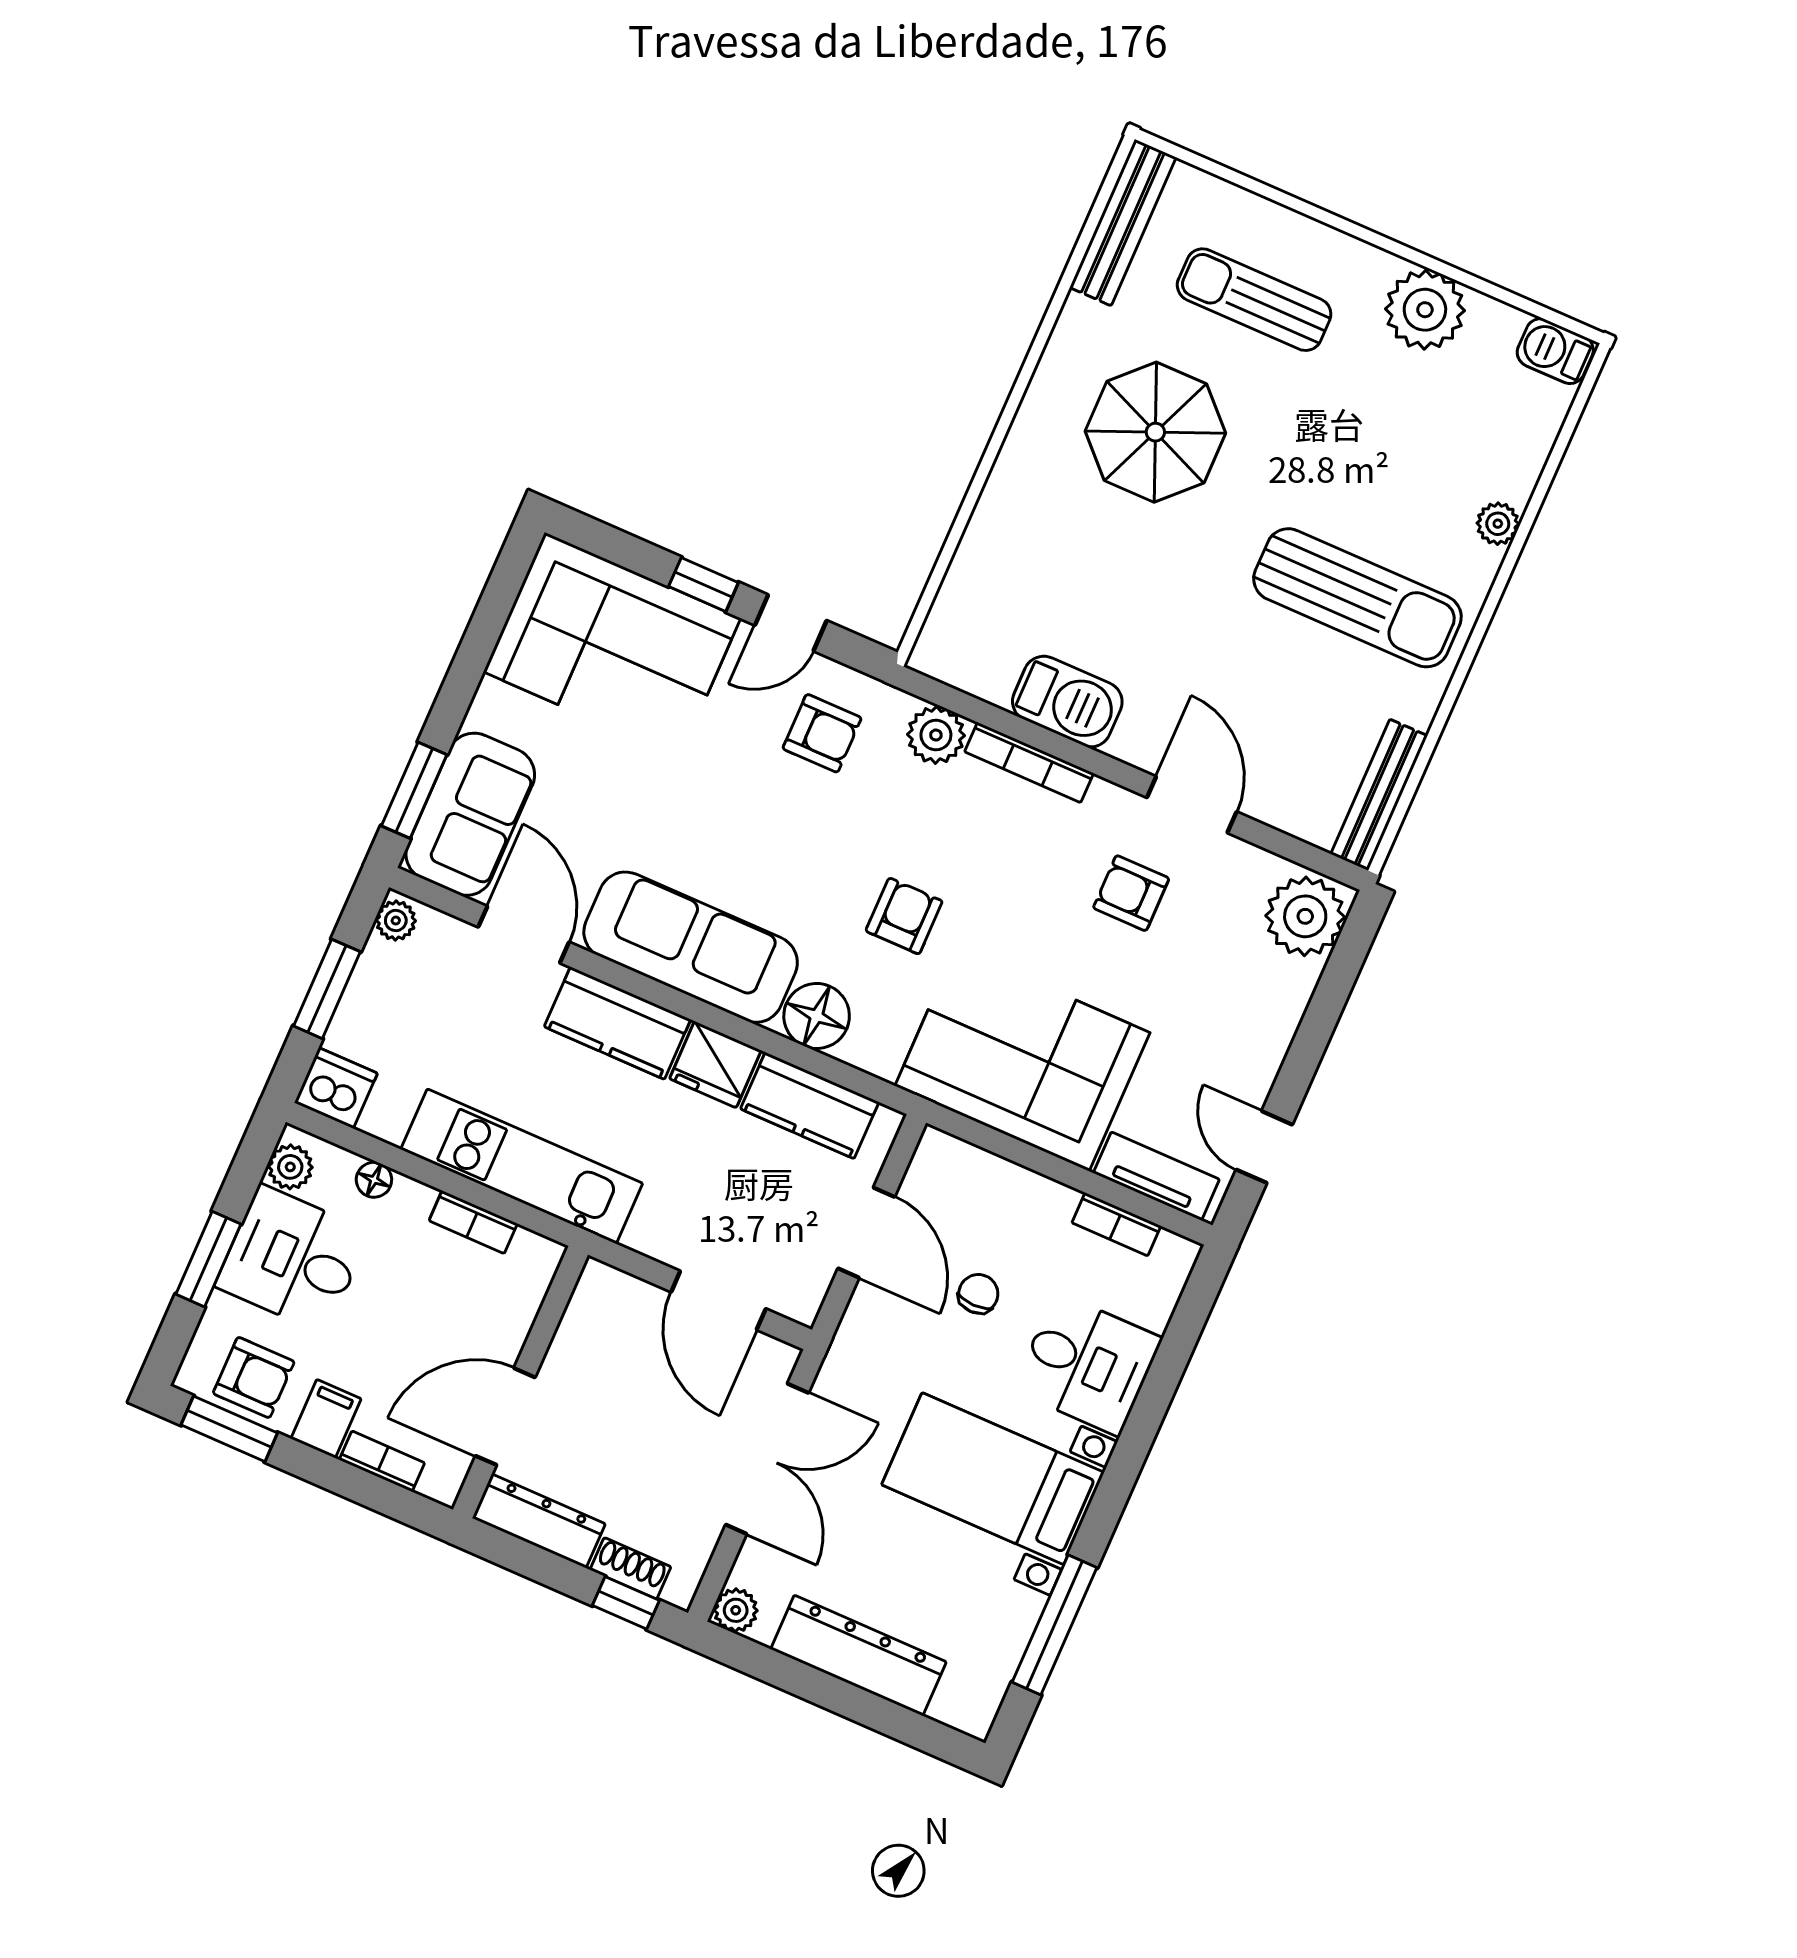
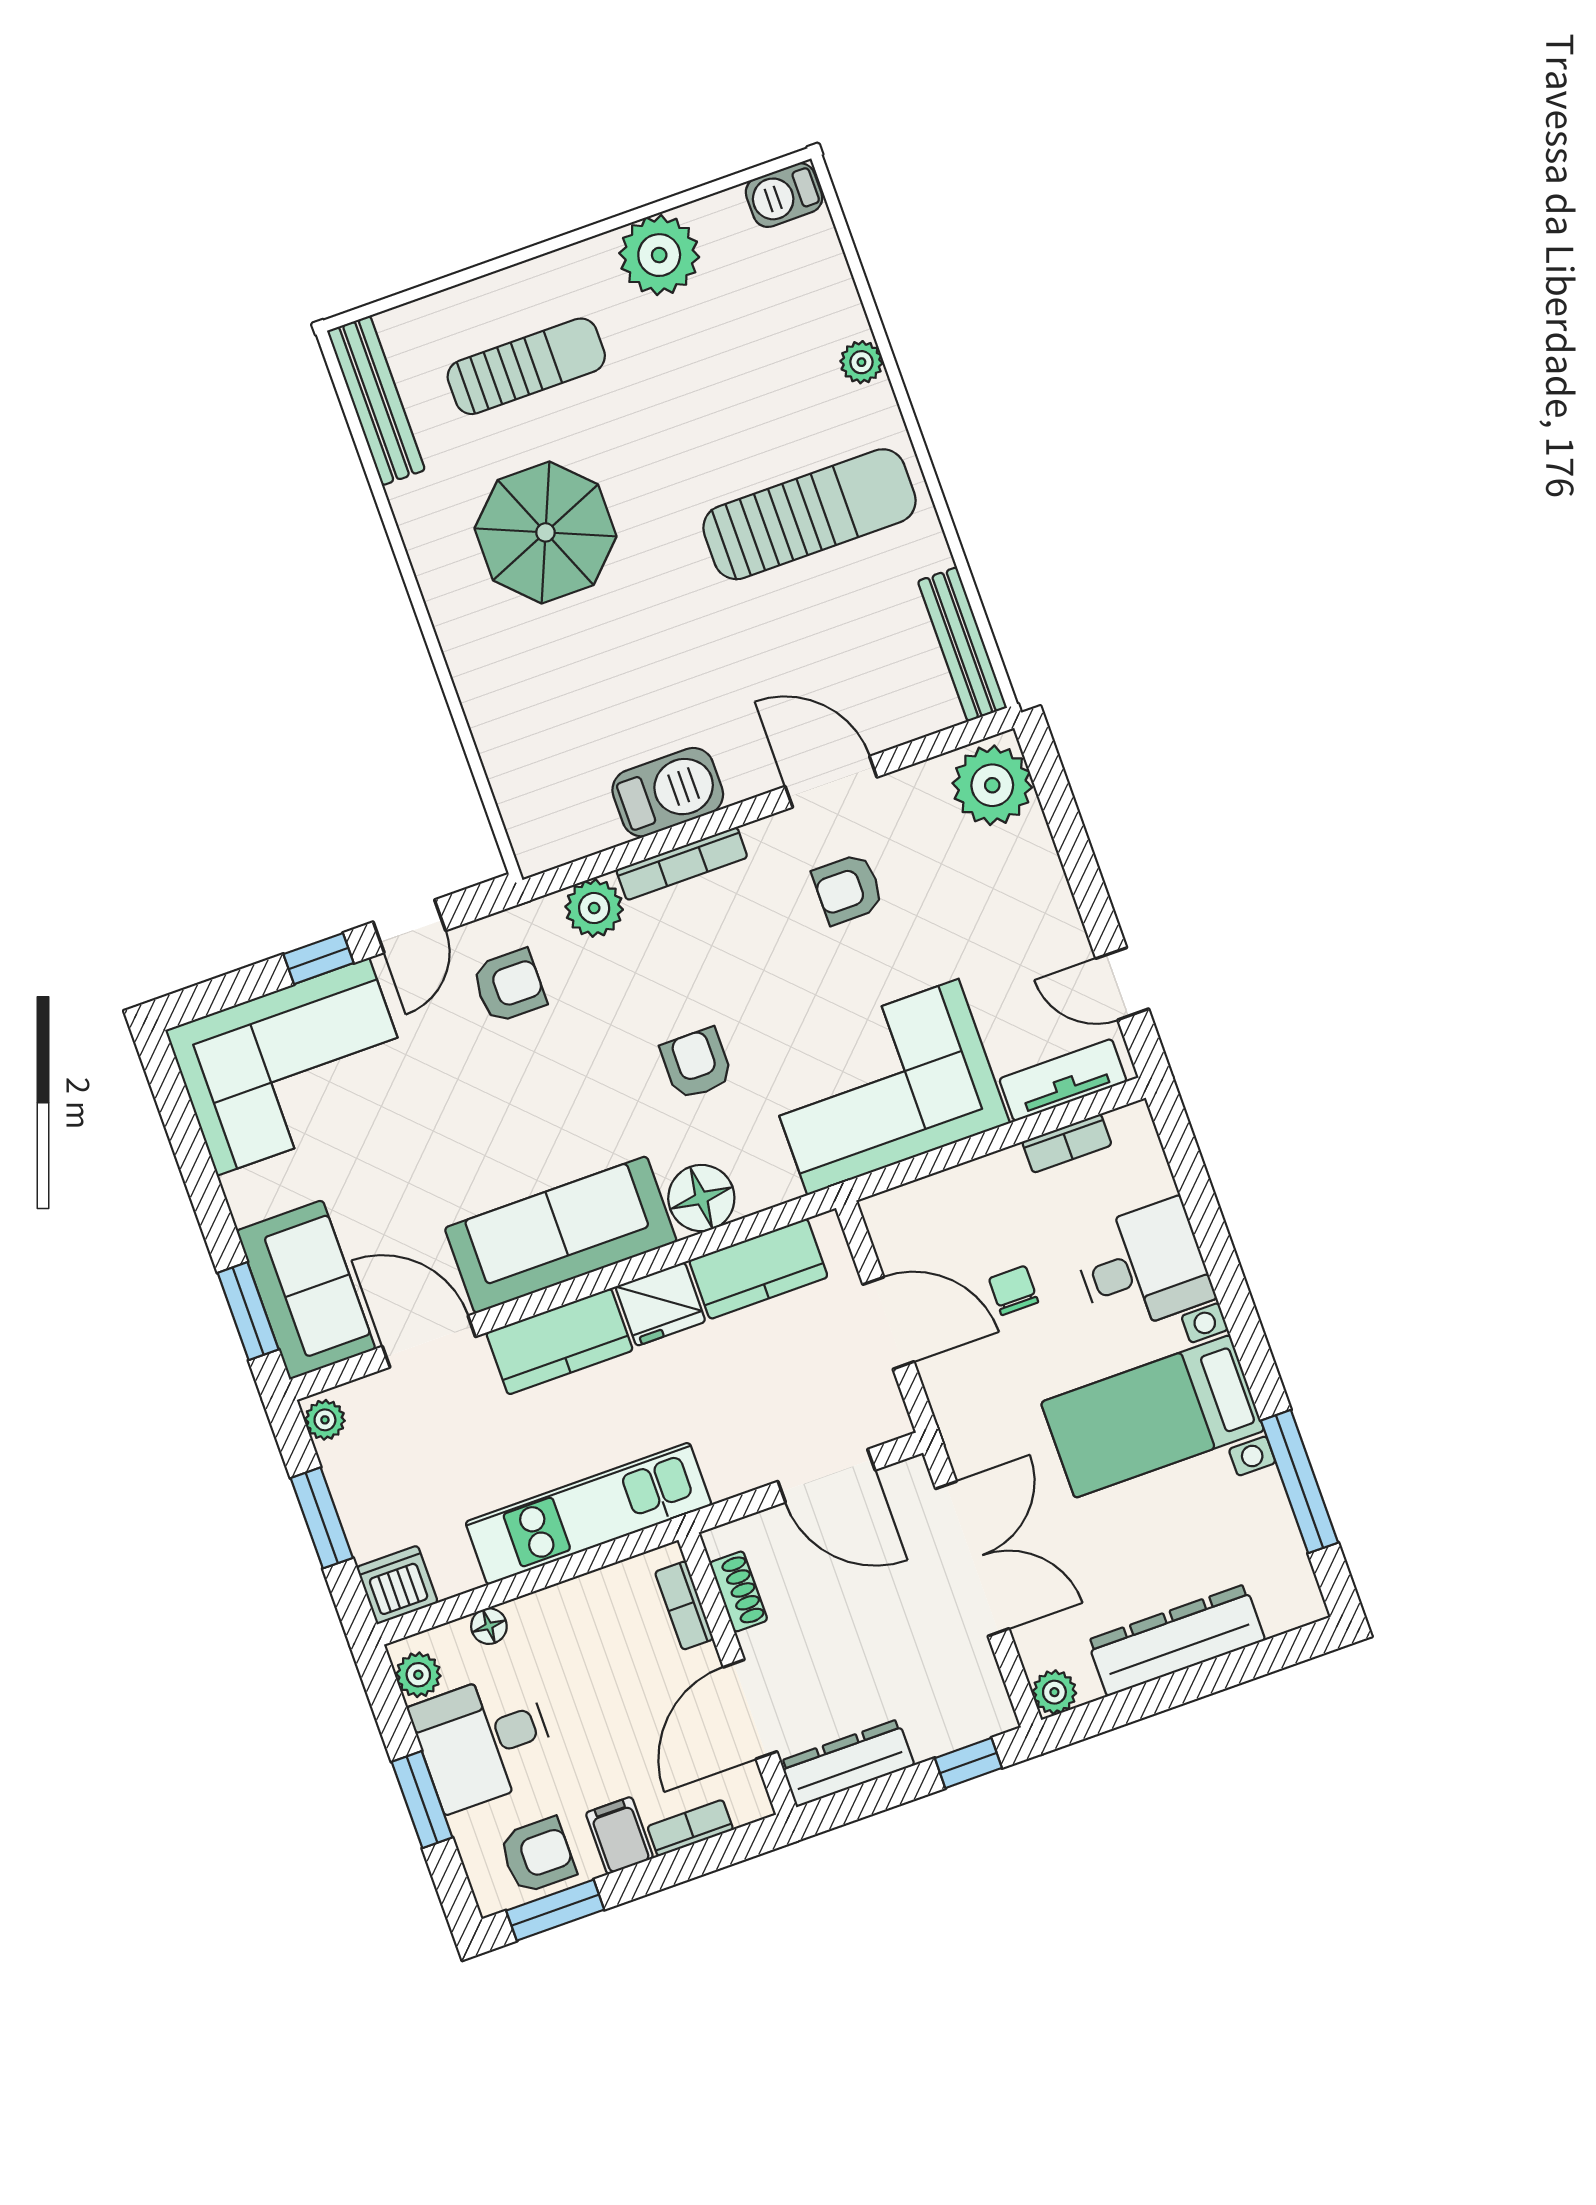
sun lounger: (1254, 300) -> (526, 366), turned 180
bookcase: (473, 1222) -> (684, 1605), moved, turned 90
shoe rack: (630, 1568) -> (739, 1591), moved, turned 90

